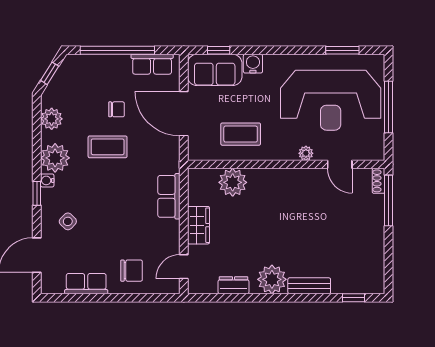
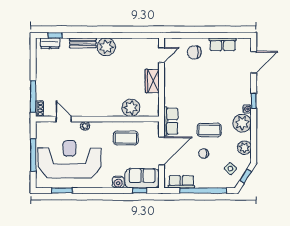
door: (184, 114) -> (162, 151), hinge flipped
row of seats: (169, 196) -> (171, 121), moved
side table: (68, 221) -> (230, 169), moved
dresser: (234, 285) -> (50, 43), moved

